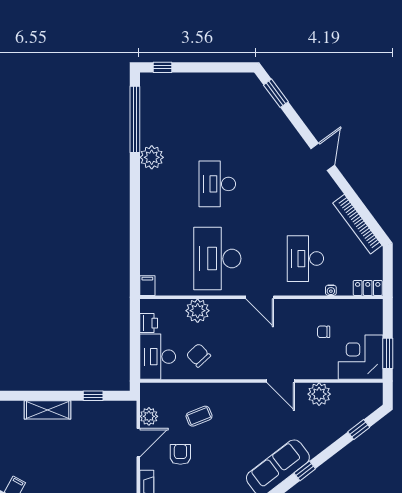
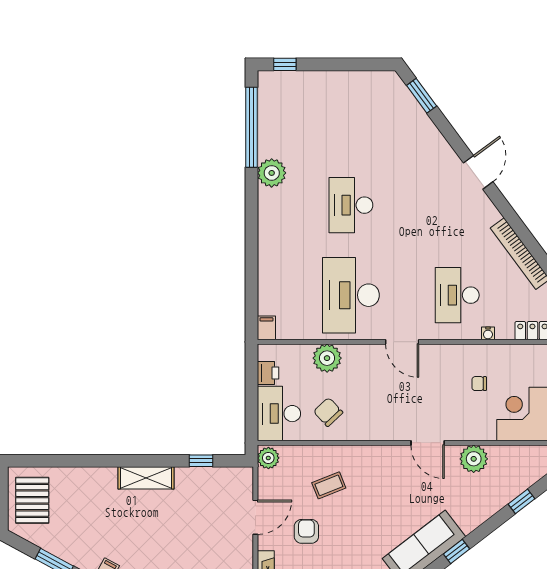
plant: (149, 416) -> (268, 458), moved

